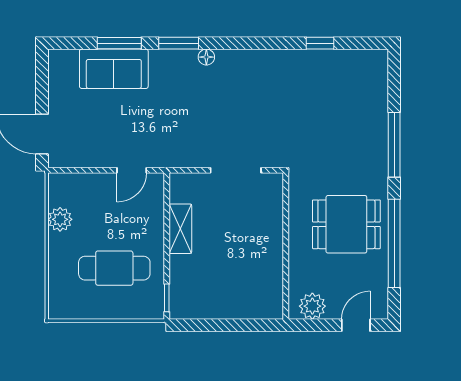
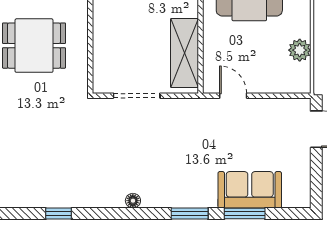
floor lamp: (206, 57) -> (133, 201), moved
door: (132, 170) -> (233, 96), hinge flipped
shelving: (180, 229) -> (185, 53), width x1.50, depth x1.33

